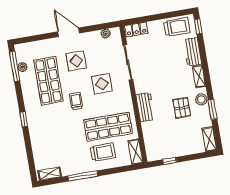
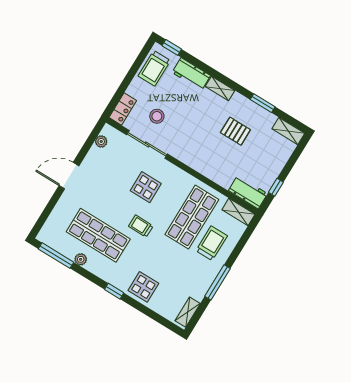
trolley: (177, 27) -> (154, 68), turned 180
display table: (76, 61) -> (143, 287), moved
plant: (22, 67) -> (81, 259), moved
stool: (201, 99) -> (157, 116), moved
workbench: (145, 107) -> (248, 192), moved

